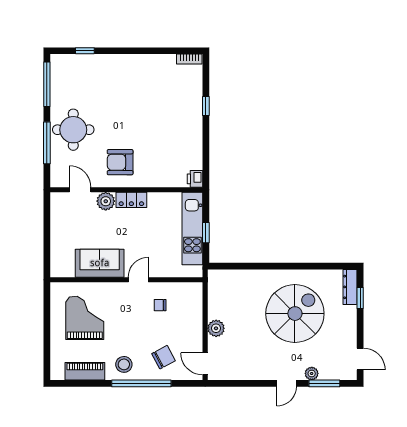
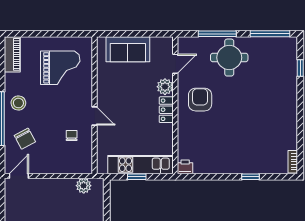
sofa: (100, 263) -> (128, 49), moved, turned 90
plant: (216, 328) -> (84, 186), moved
piano: (85, 371) -> (12, 54), moved

